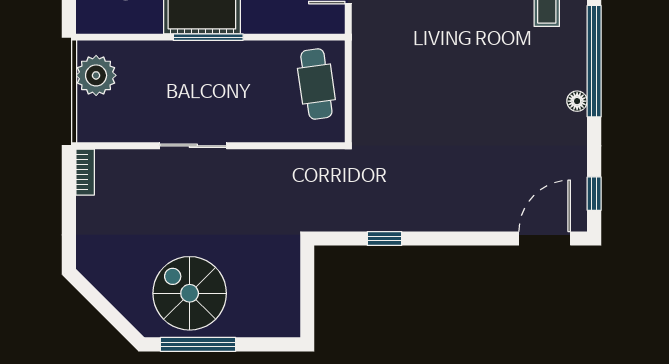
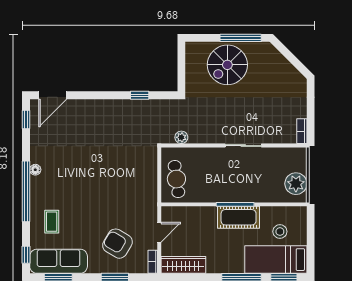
plant: (307, 161) -> (181, 137), added
spiral stairs: (190, 293) -> (227, 65), moved, turned 90

